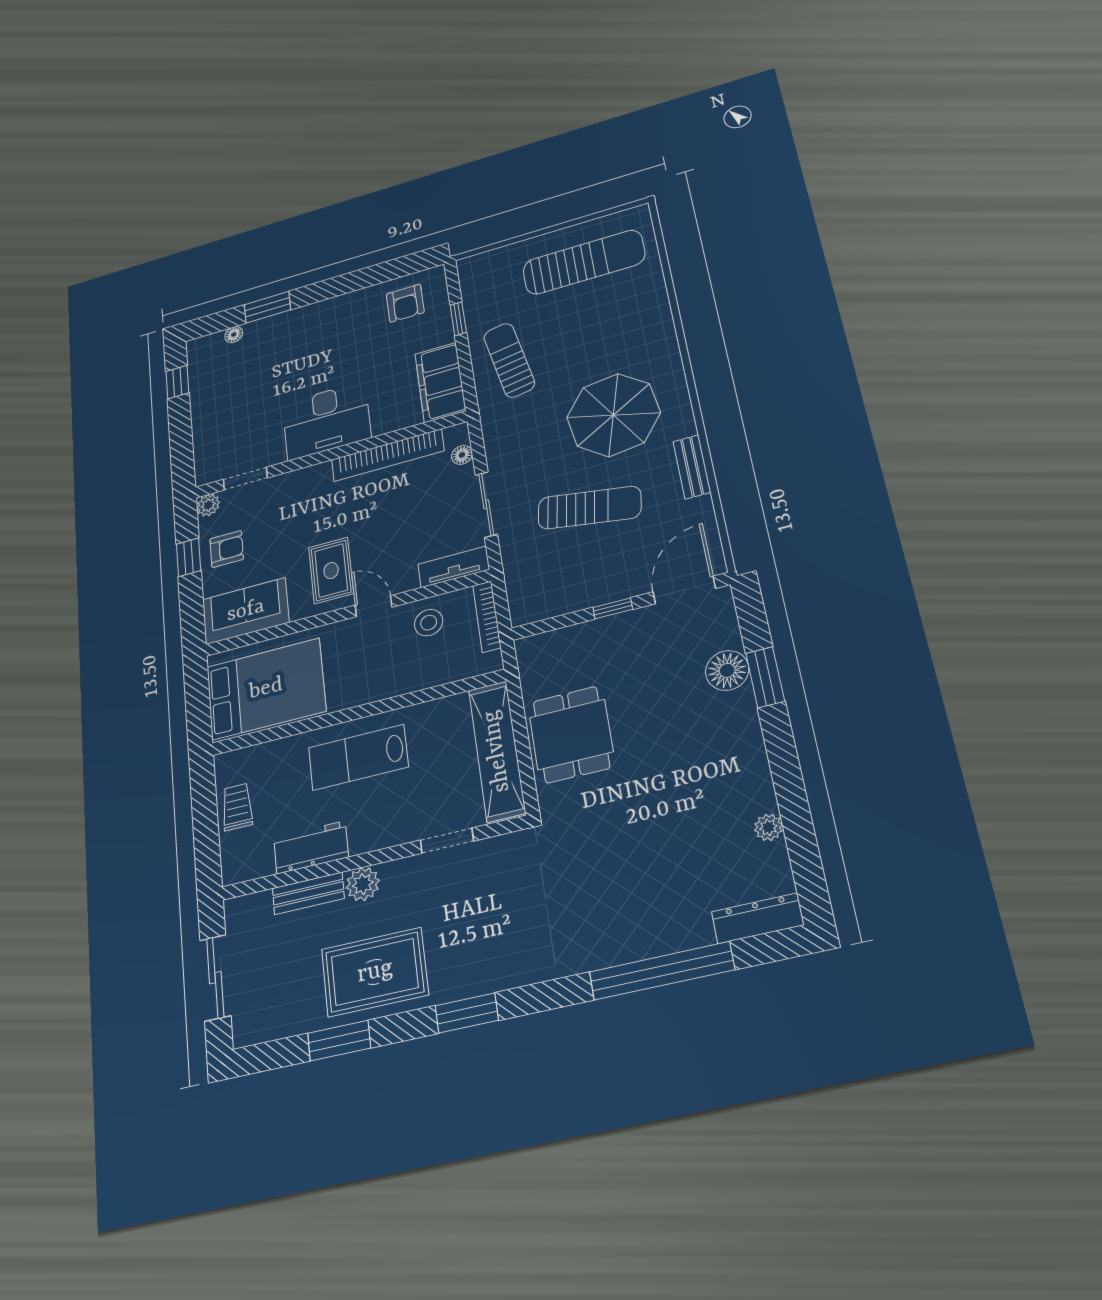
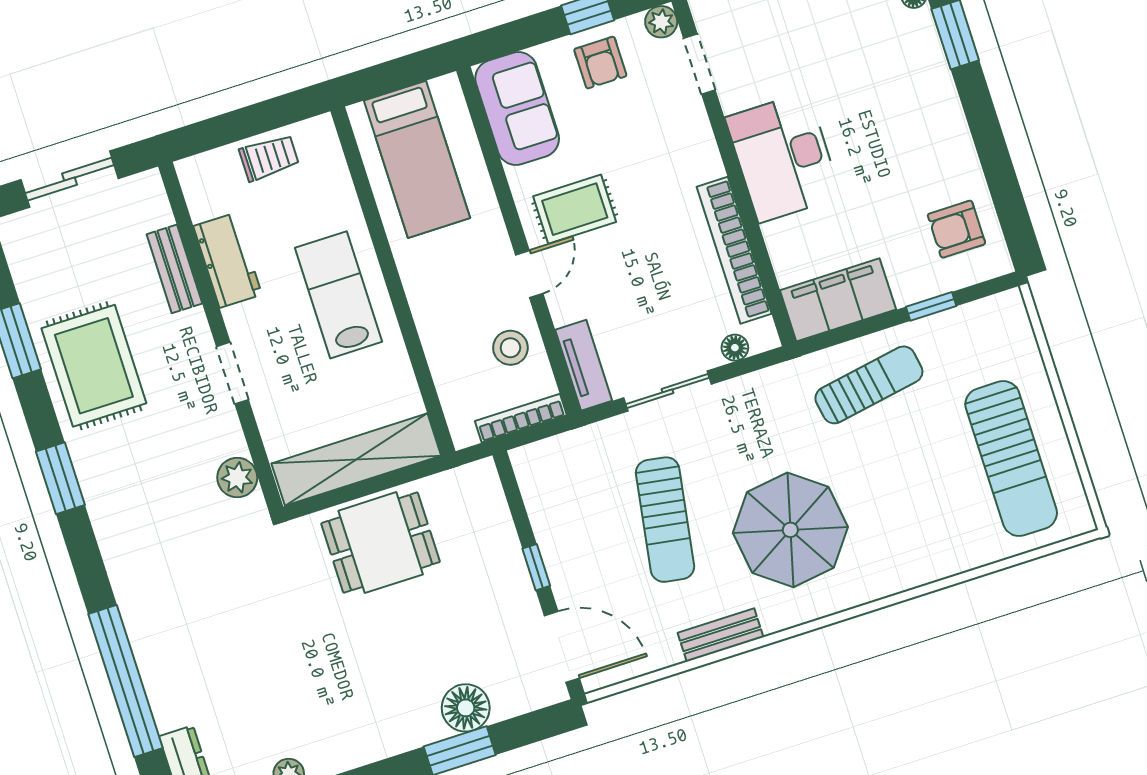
bed: (266, 689) -> (417, 159), width x0.67
doorway: (447, 841) -> (233, 373), moved
plant: (363, 884) -> (237, 478), moved

